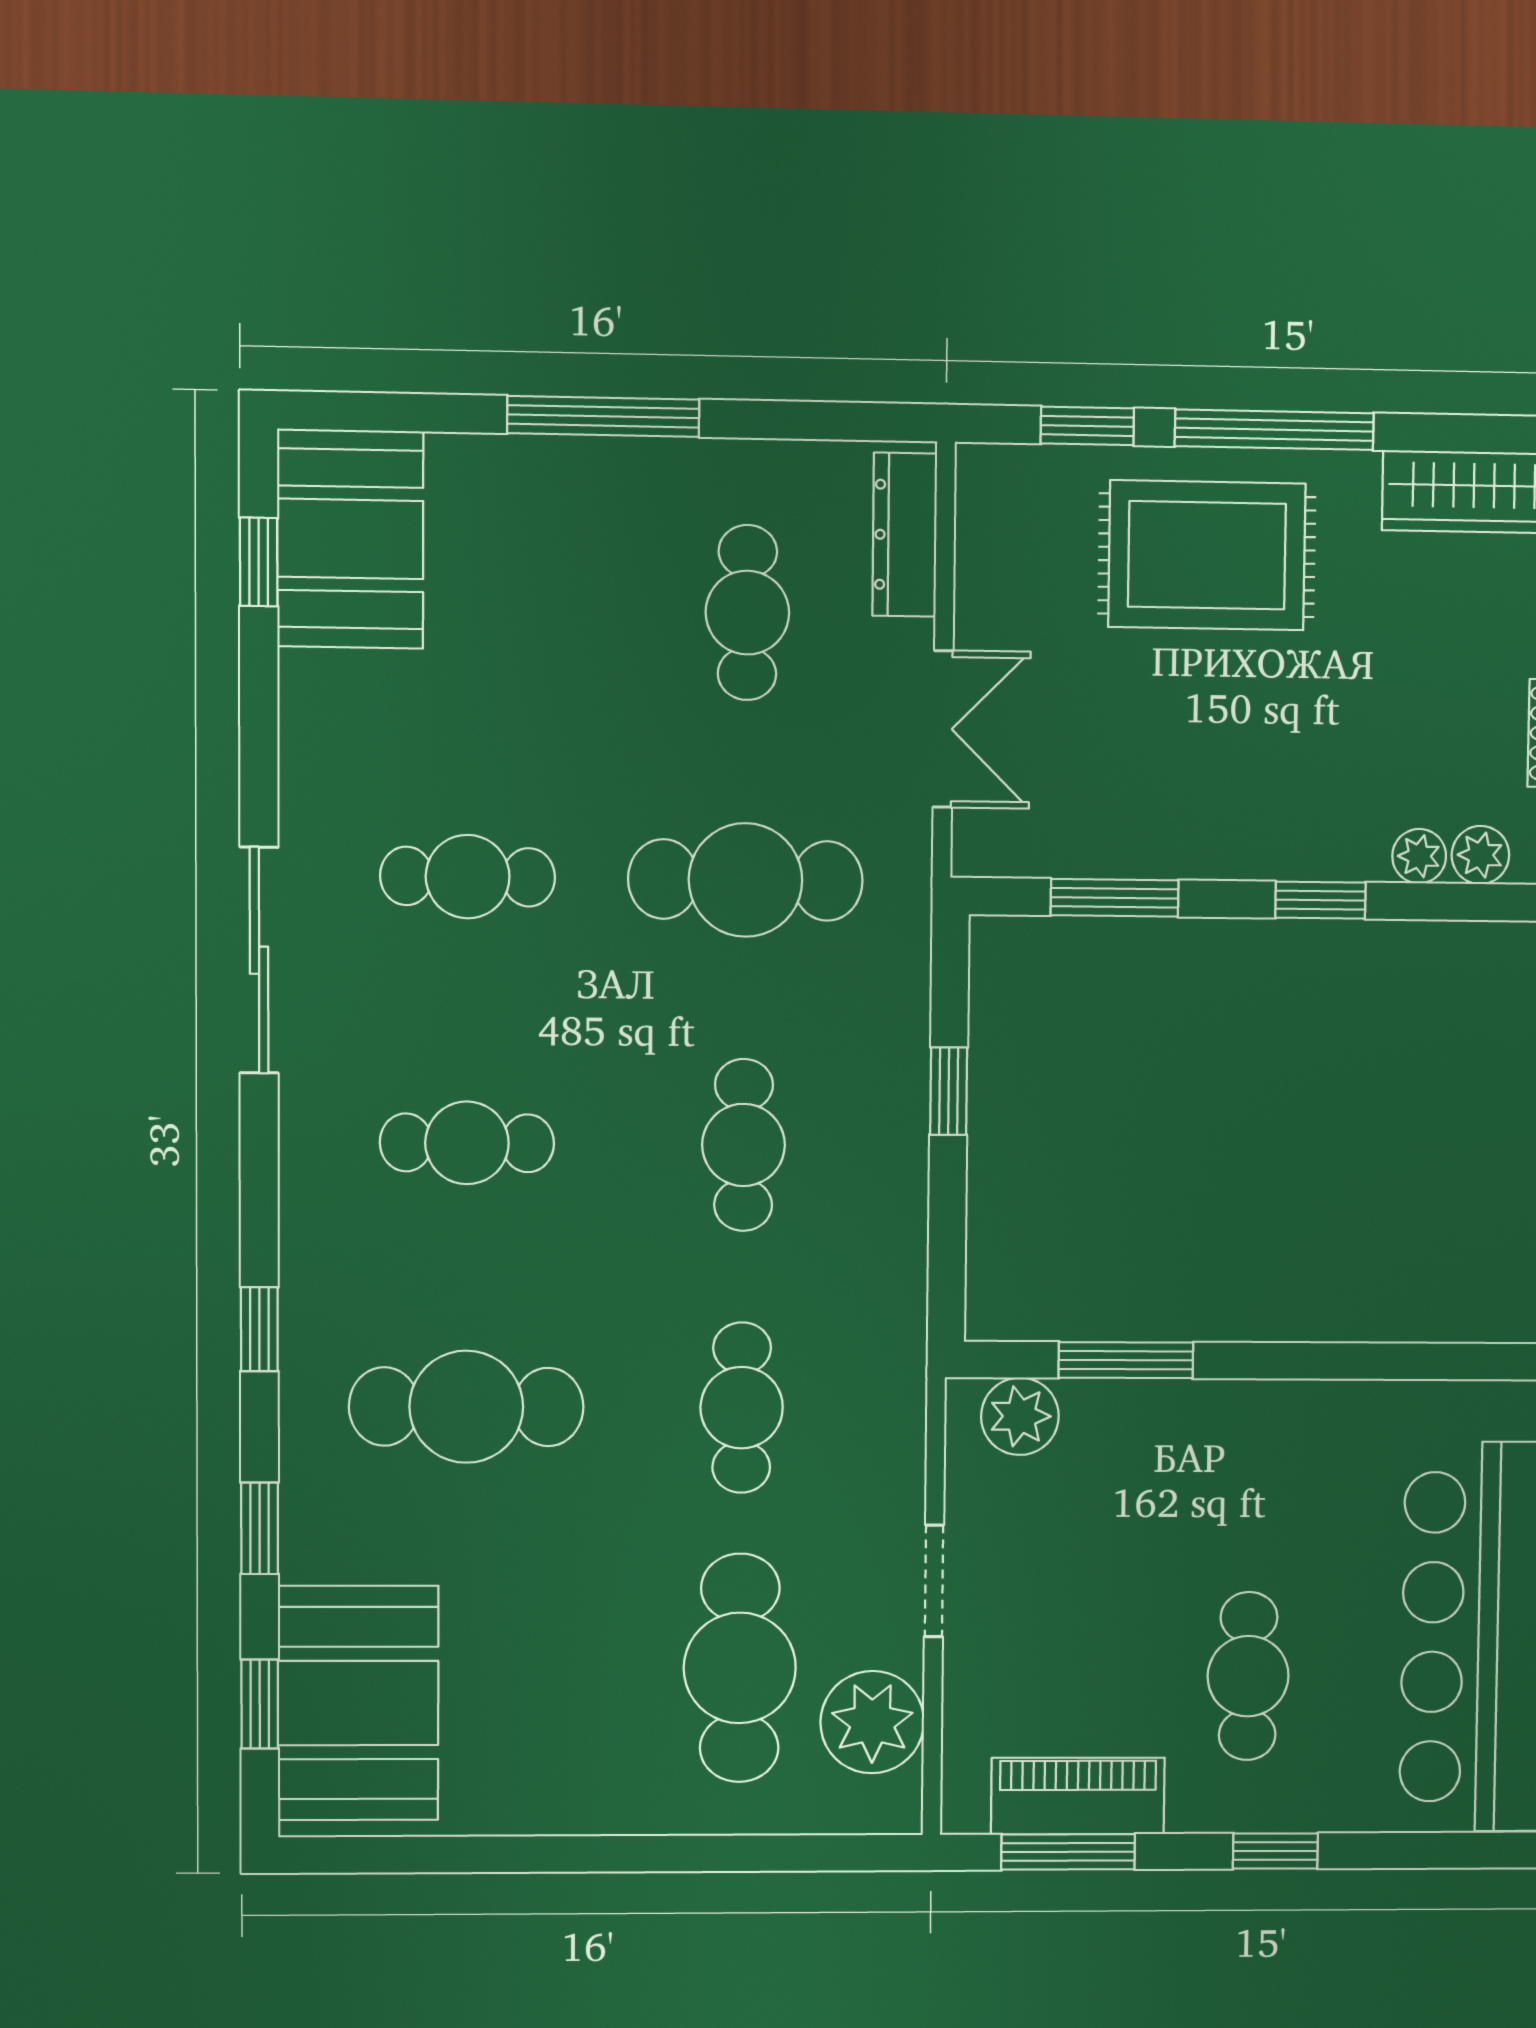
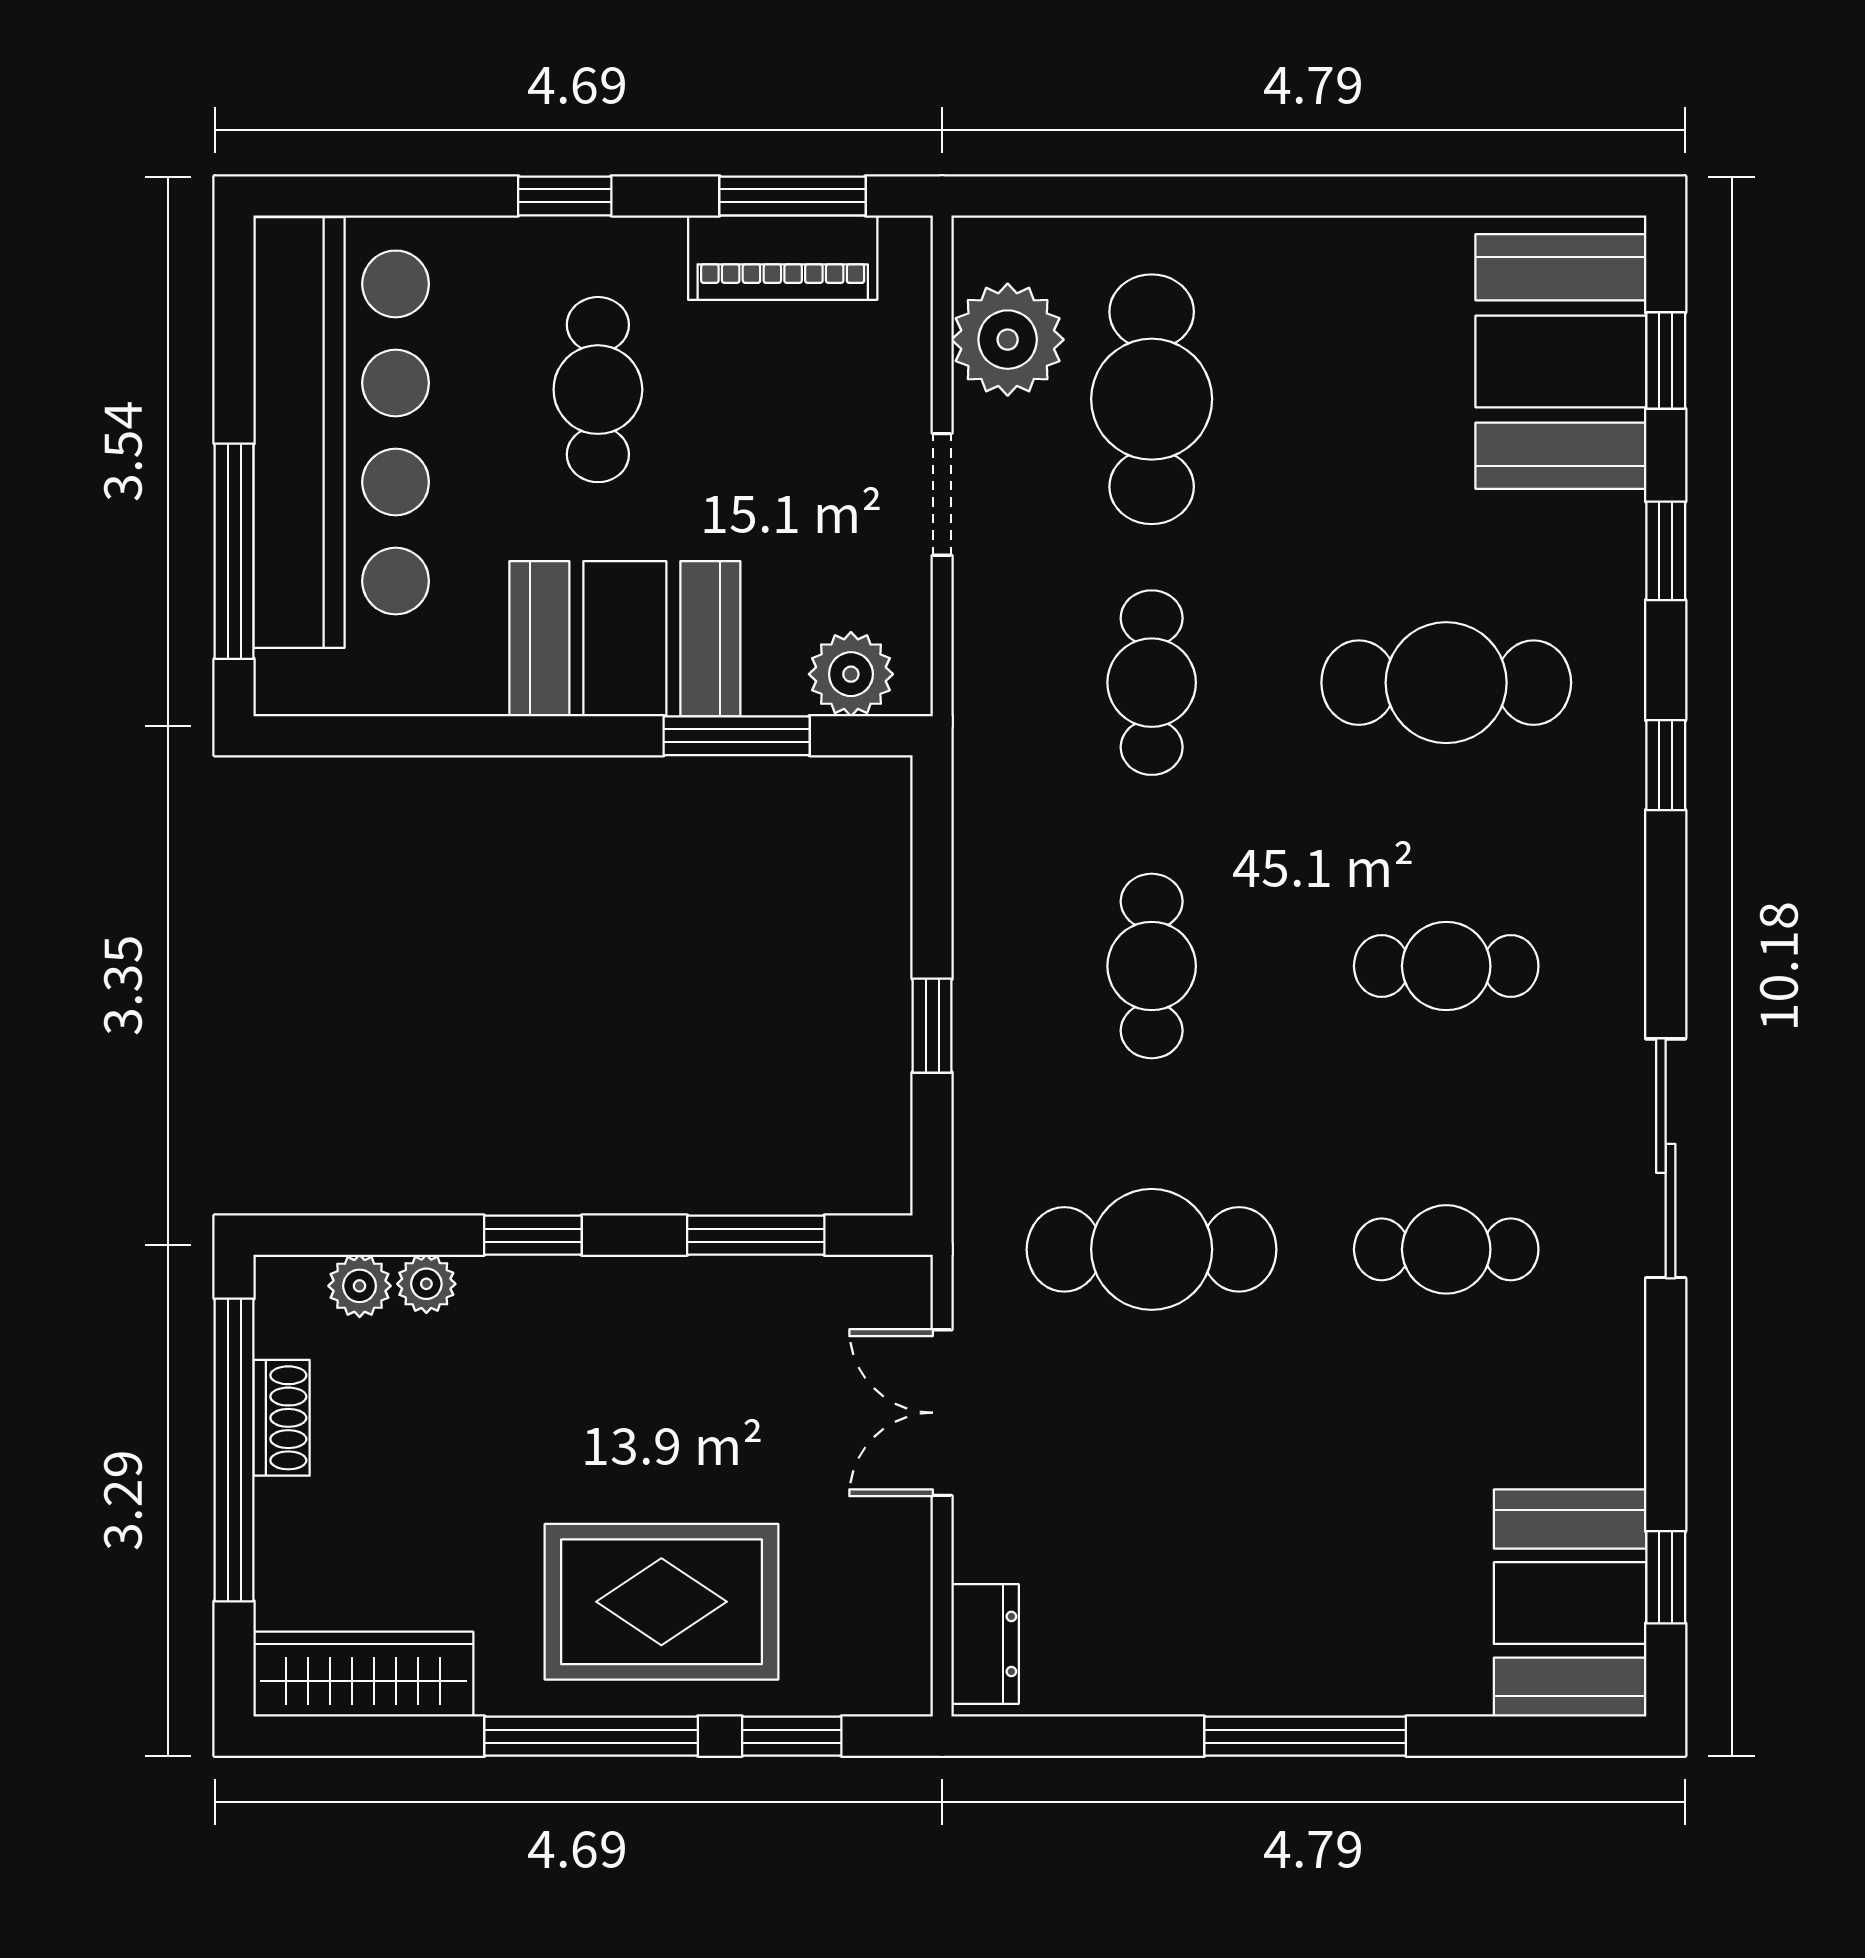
dresser: (905, 535) -> (985, 1644), width x0.70
cafe table: (747, 613) -> (1152, 1533), removed
booth: (1227, 1449) -> (625, 639), added

